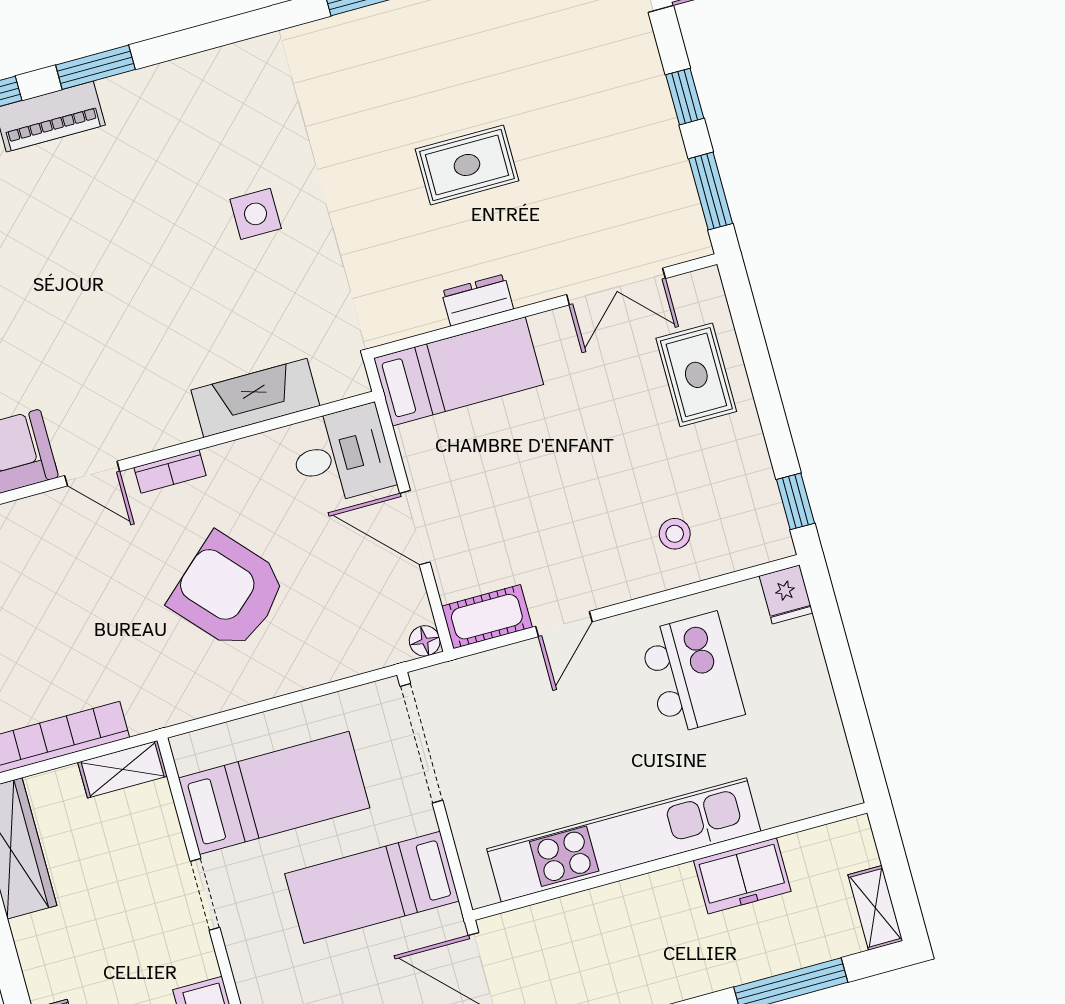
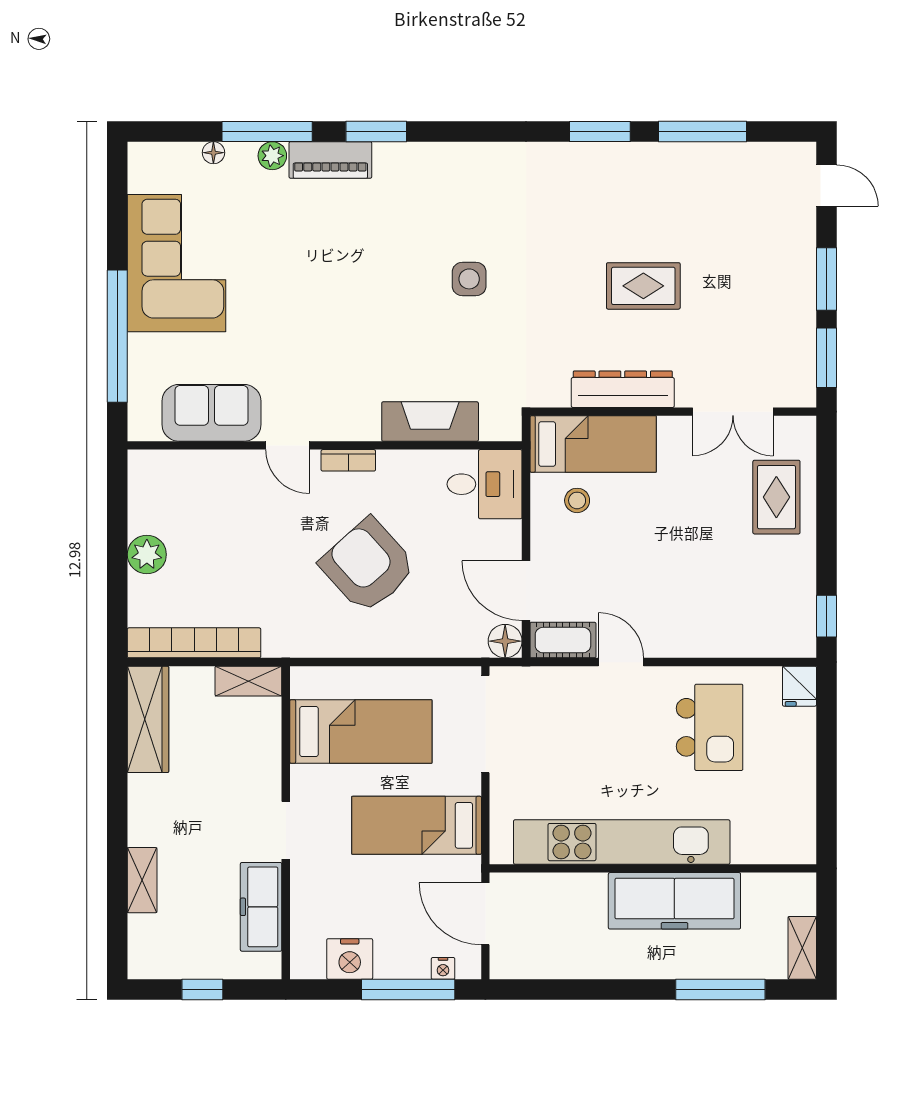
window: (685, 97) -> (827, 279), width x1.50
dresser: (477, 300) -> (623, 389), width x1.96, depth x1.24
door: (415, 528) -> (526, 591), moved
stool: (675, 534) -> (577, 500), moved
door: (564, 624) -> (621, 662), swing flipped
floor lamp: (425, 641) -> (505, 641), width x1.37, depth x1.37
freezer: (742, 876) -> (674, 901), width x1.91, depth x1.26
doorway: (205, 894) -> (286, 830), moved

